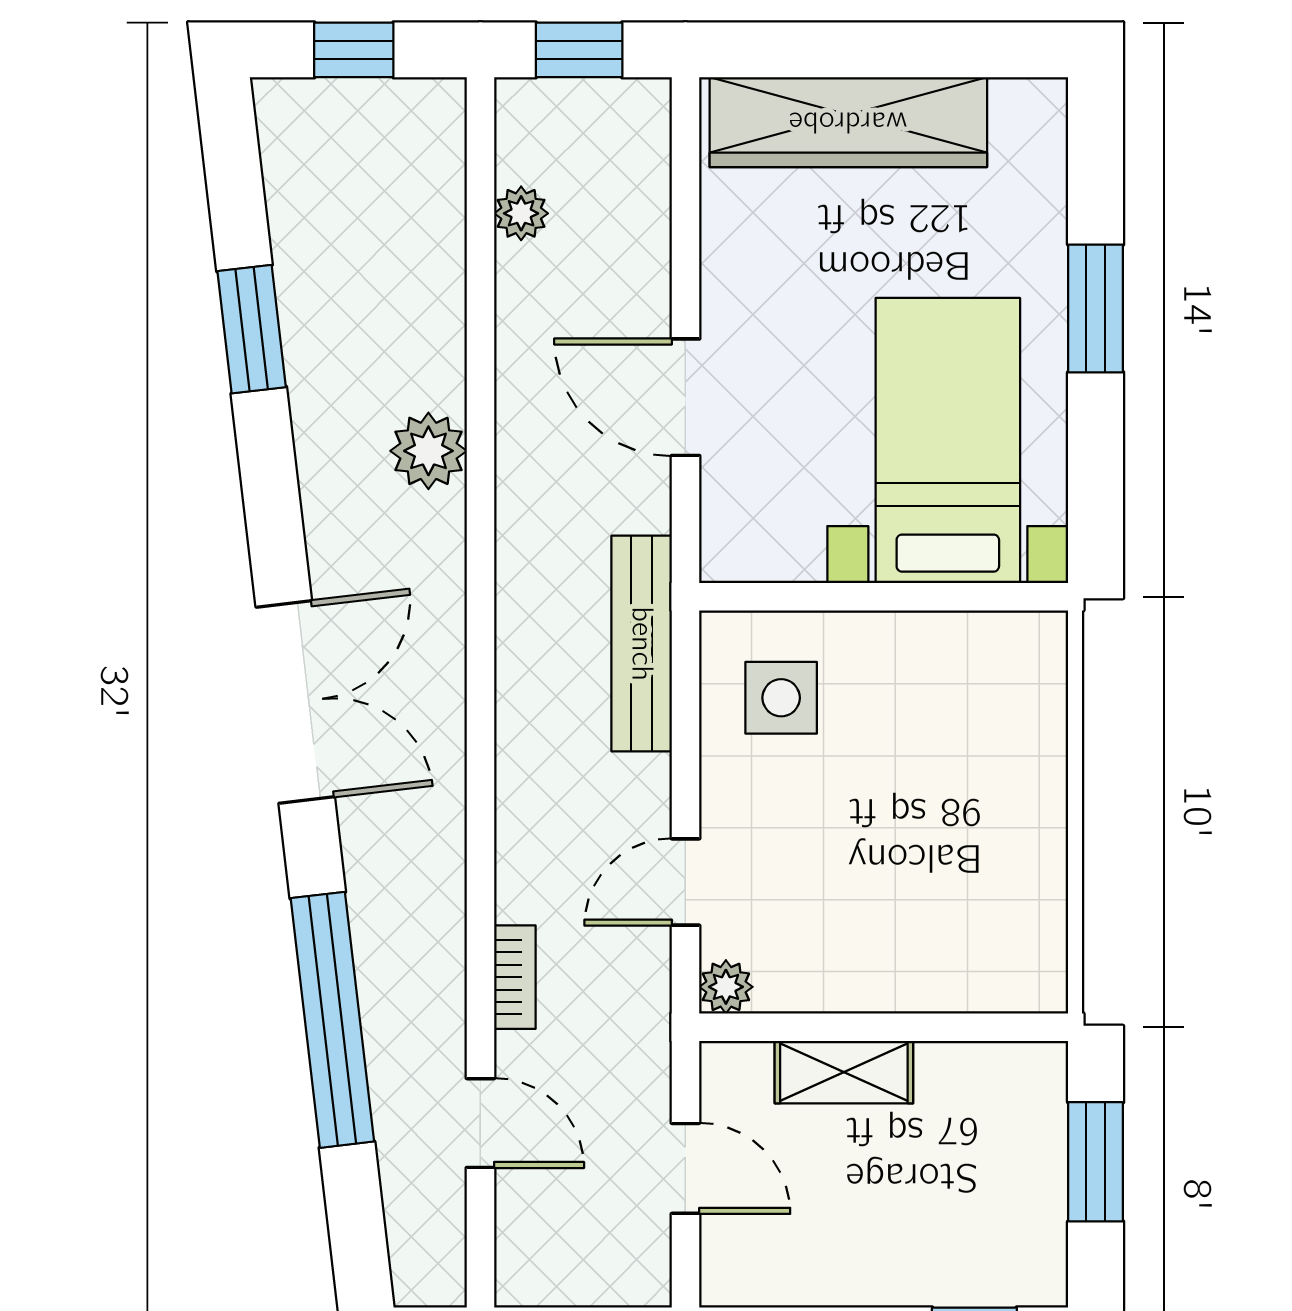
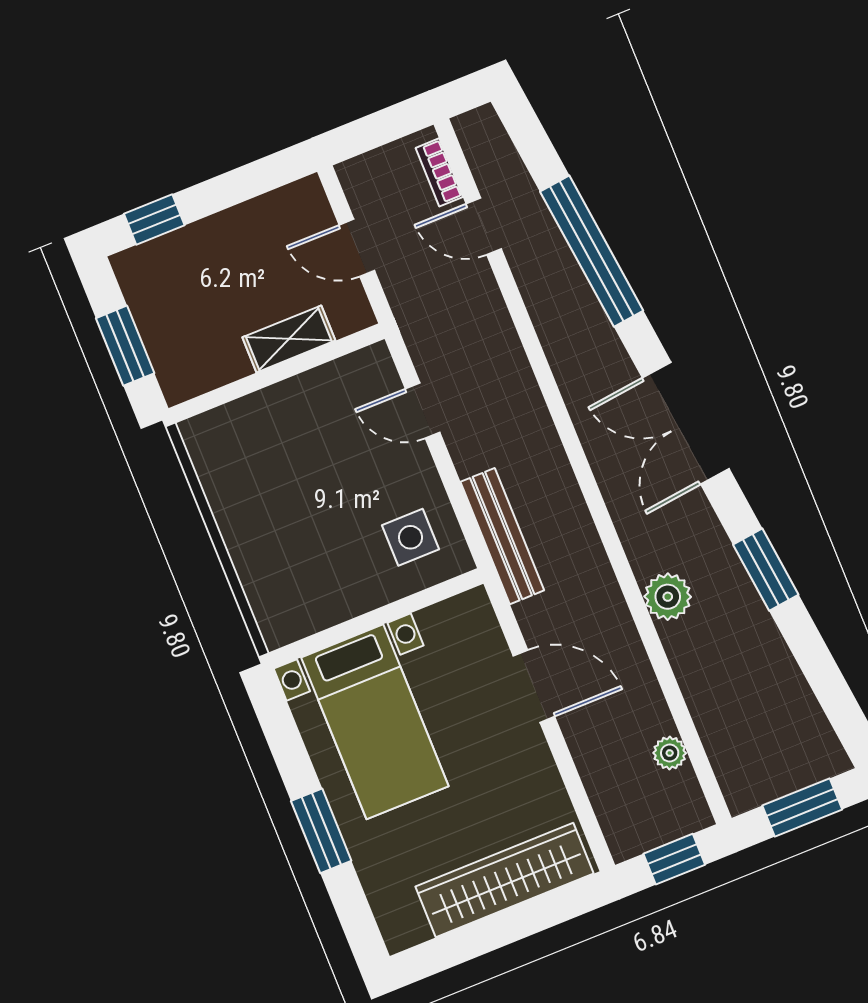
window: (354, 50) -> (802, 807), width x1.50
window: (252, 329) -> (766, 570), moved
door: (685, 882) -> (423, 411), swing flipped
bookcase: (515, 977) -> (439, 172), moved
plant: (726, 987) -> (375, 360), removed

